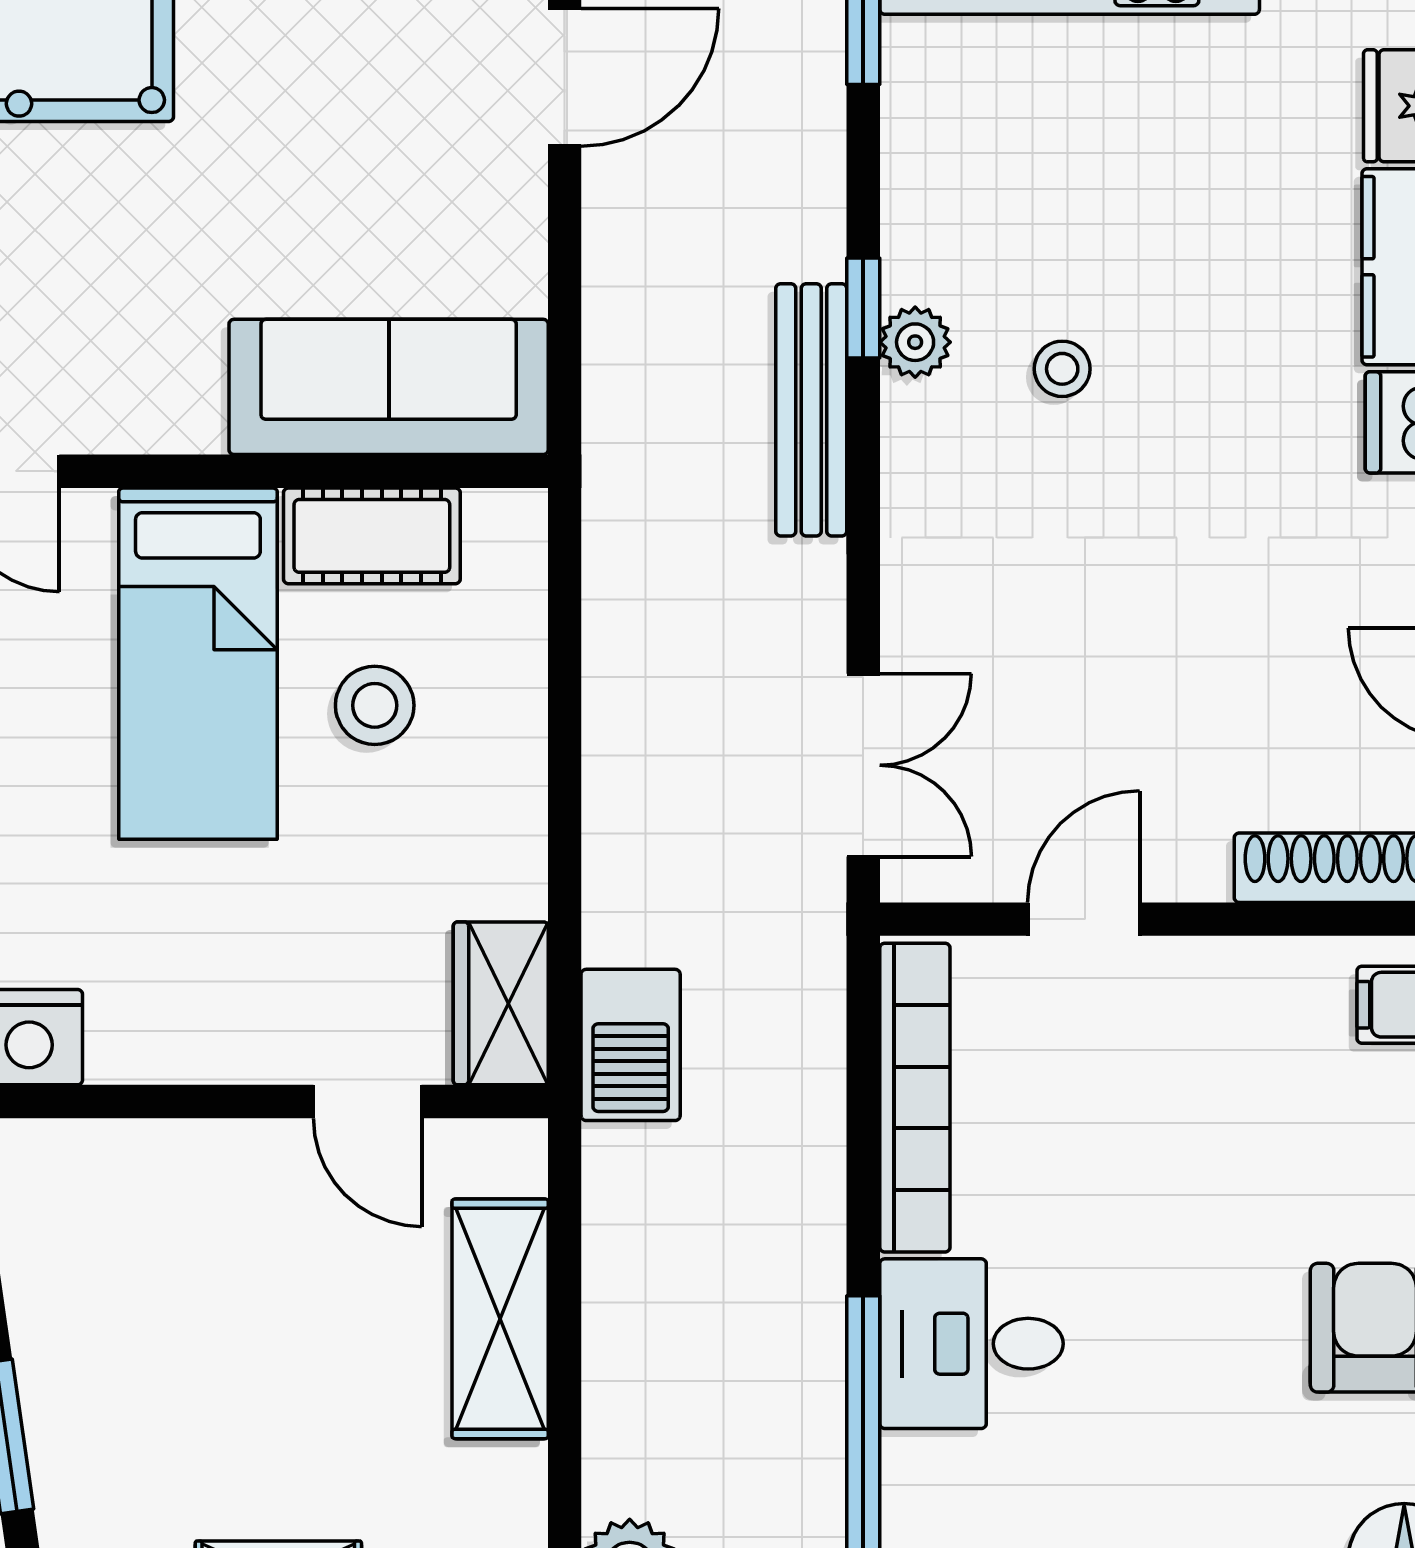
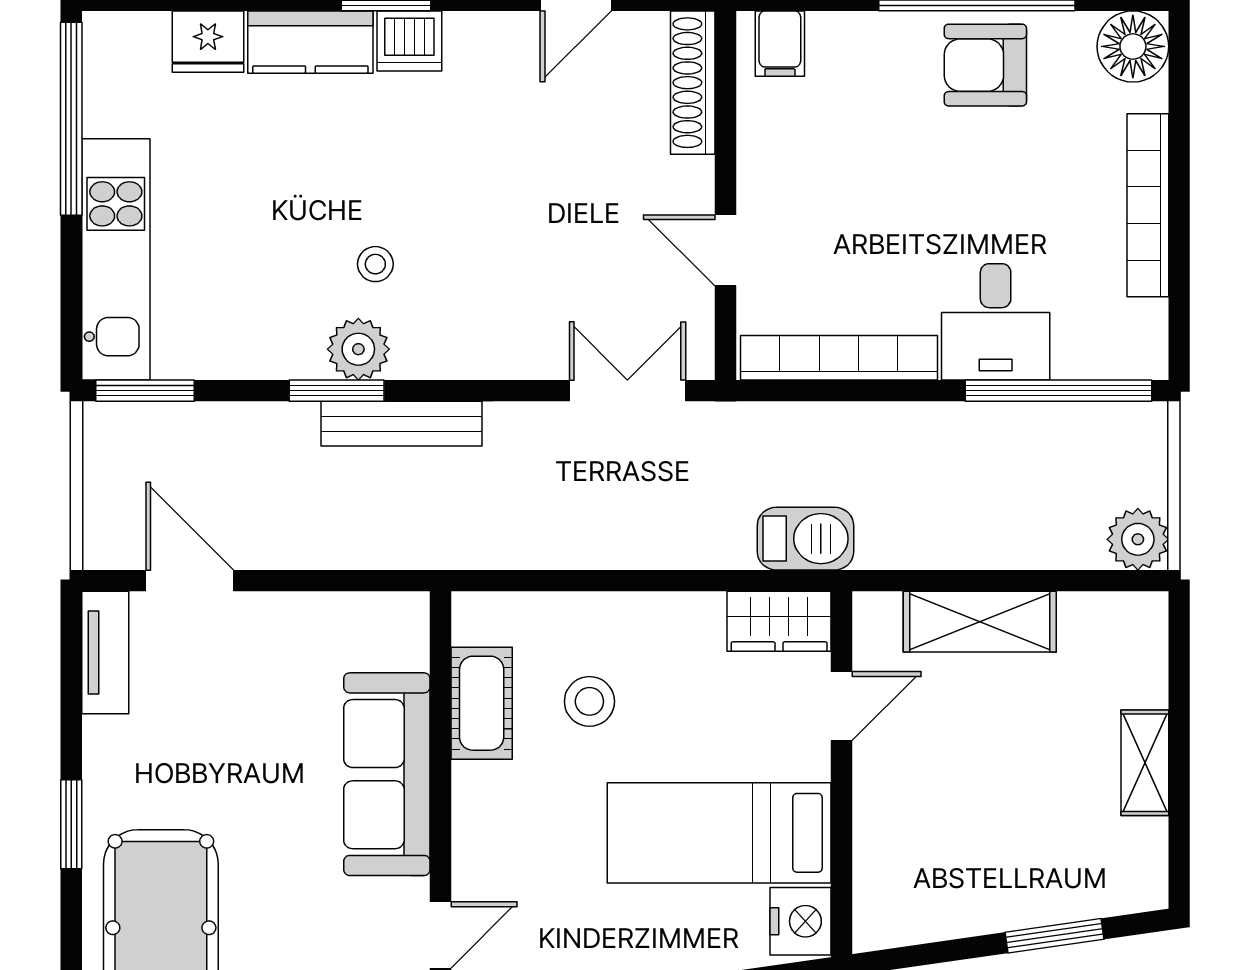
window: (863, 308) -> (337, 391), width x1.50
plant: (915, 342) -> (358, 349), width x1.38, depth x1.38
sofa: (389, 387) -> (387, 774), moved
bed: (198, 664) -> (719, 833), moved, turned 180

